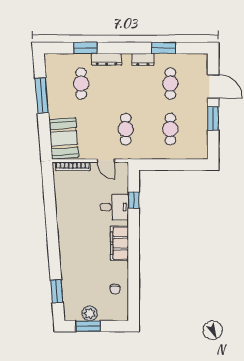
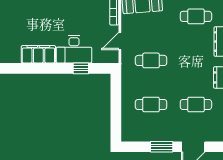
desk: (114, 207) -> (74, 49), width x1.37

